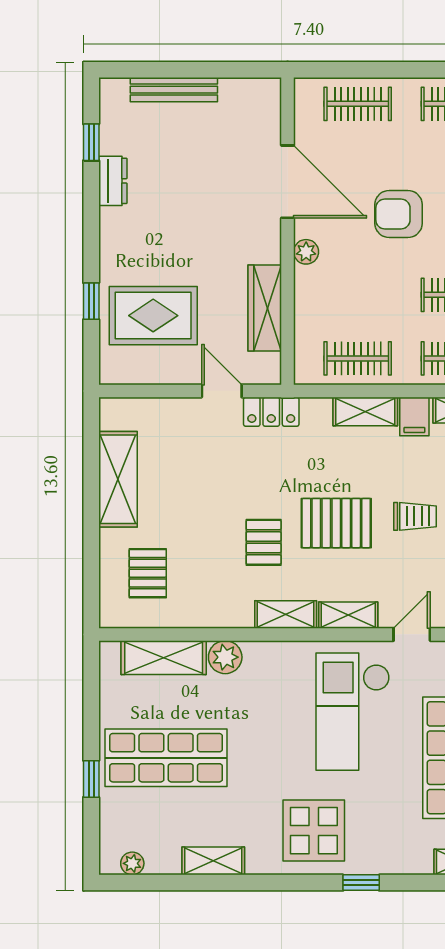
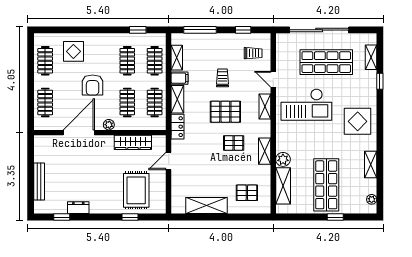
clothes rail: (358, 295) -> (127, 102), added
locker: (271, 412) -> (178, 127), moved
pallet: (336, 523) -> (225, 112), turned 90
shelving: (286, 615) -> (265, 151), moved
window: (361, 883) -> (380, 81), moved

